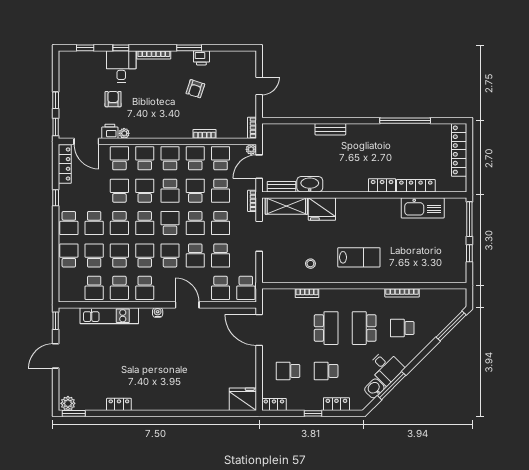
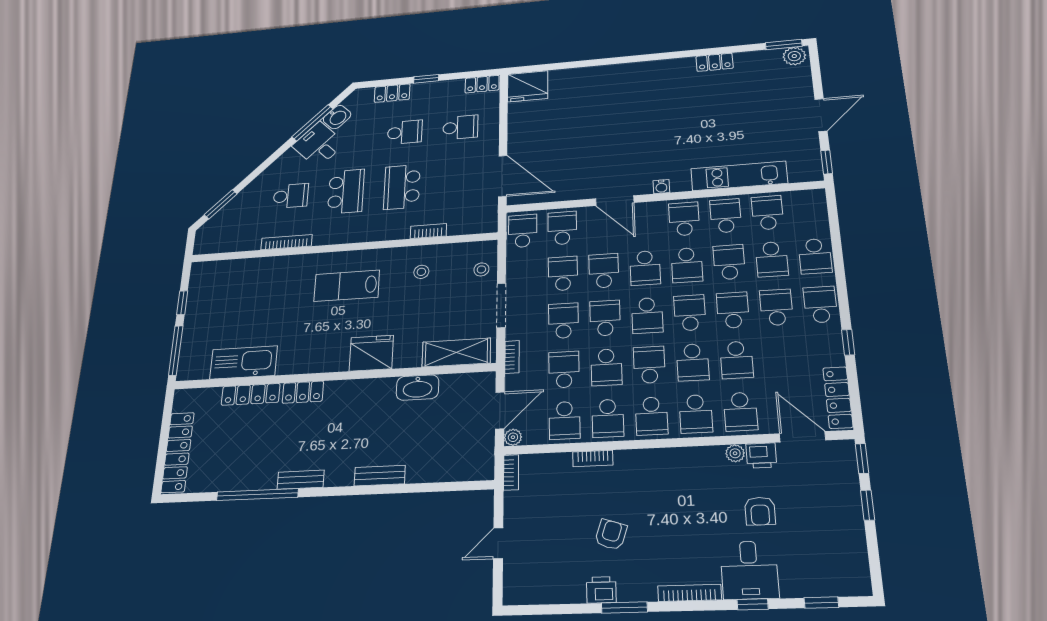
bench: (282, 187) -> (301, 480), moved
fridge: (322, 209) -> (371, 353), moved
school desk: (119, 255) -> (729, 262), turned 180
stool: (272, 262) -> (481, 269), added
window: (451, 326) -> (221, 204), width x0.69

